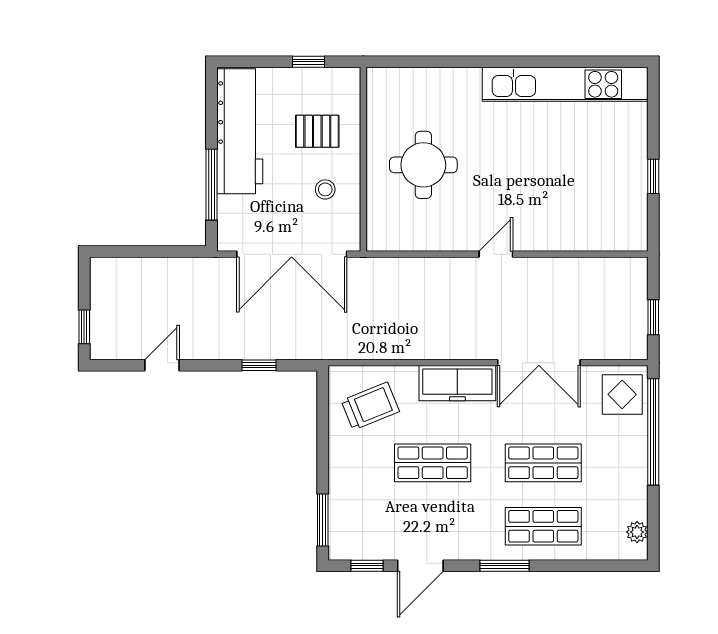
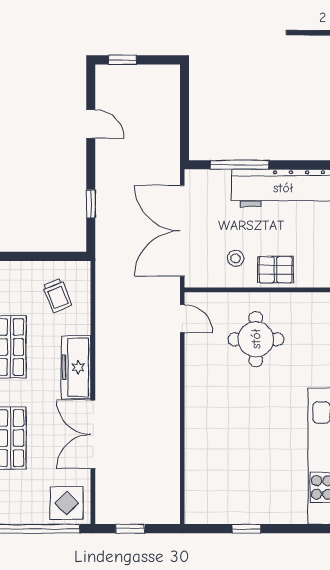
pallet: (317, 131) -> (275, 270), moved, turned 90
door: (496, 254) -> (182, 319), moved
trolley: (370, 406) -> (57, 295), width x0.73, depth x0.72

